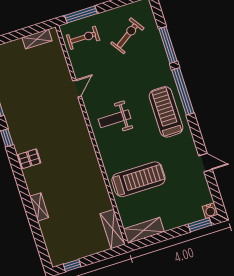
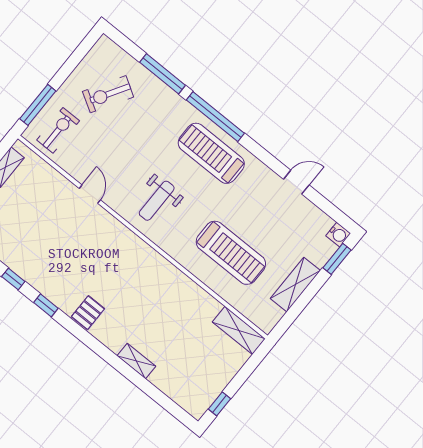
exercise bike: (127, 36) -> (108, 94), turned -115
treadmill: (138, 179) -> (231, 253), turned 90
shelving: (144, 230) -> (295, 285), moved

